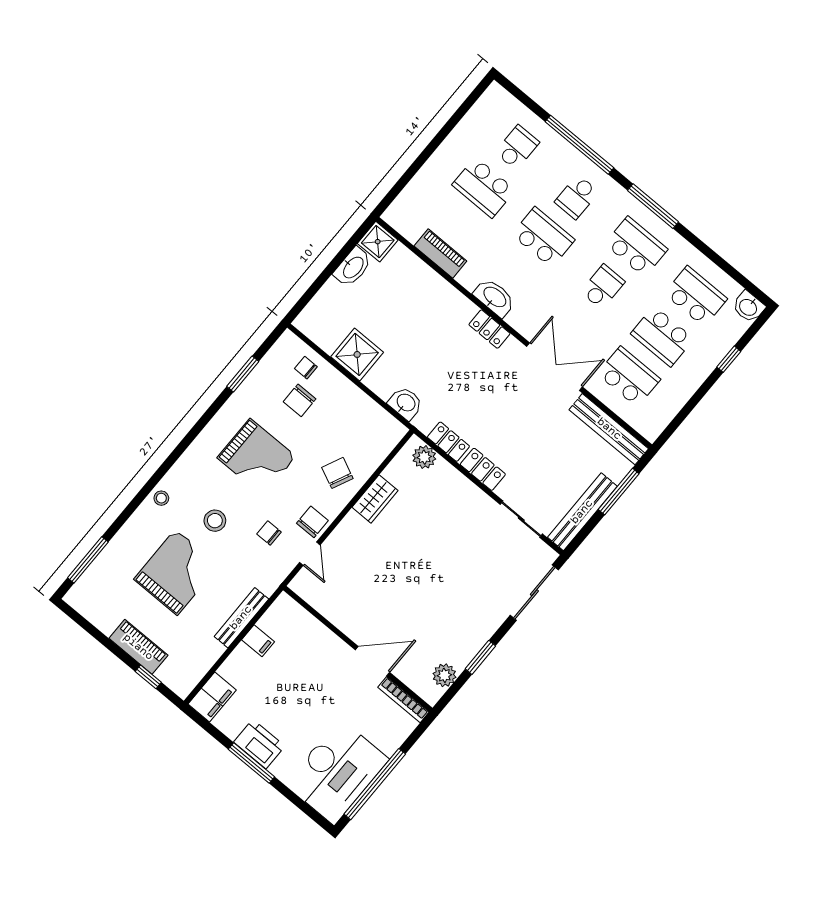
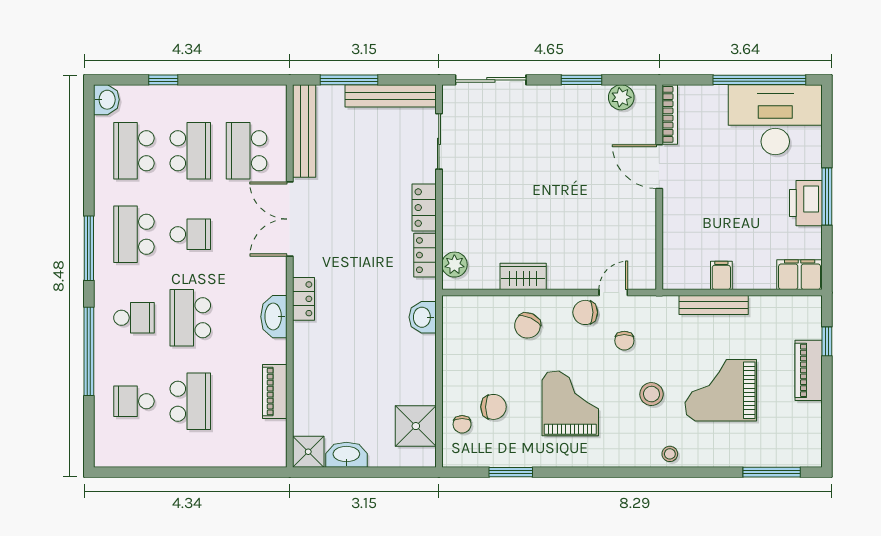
school desk: (603, 287) -> (190, 234), turned 180
shower: (357, 354) -> (416, 426), moved

